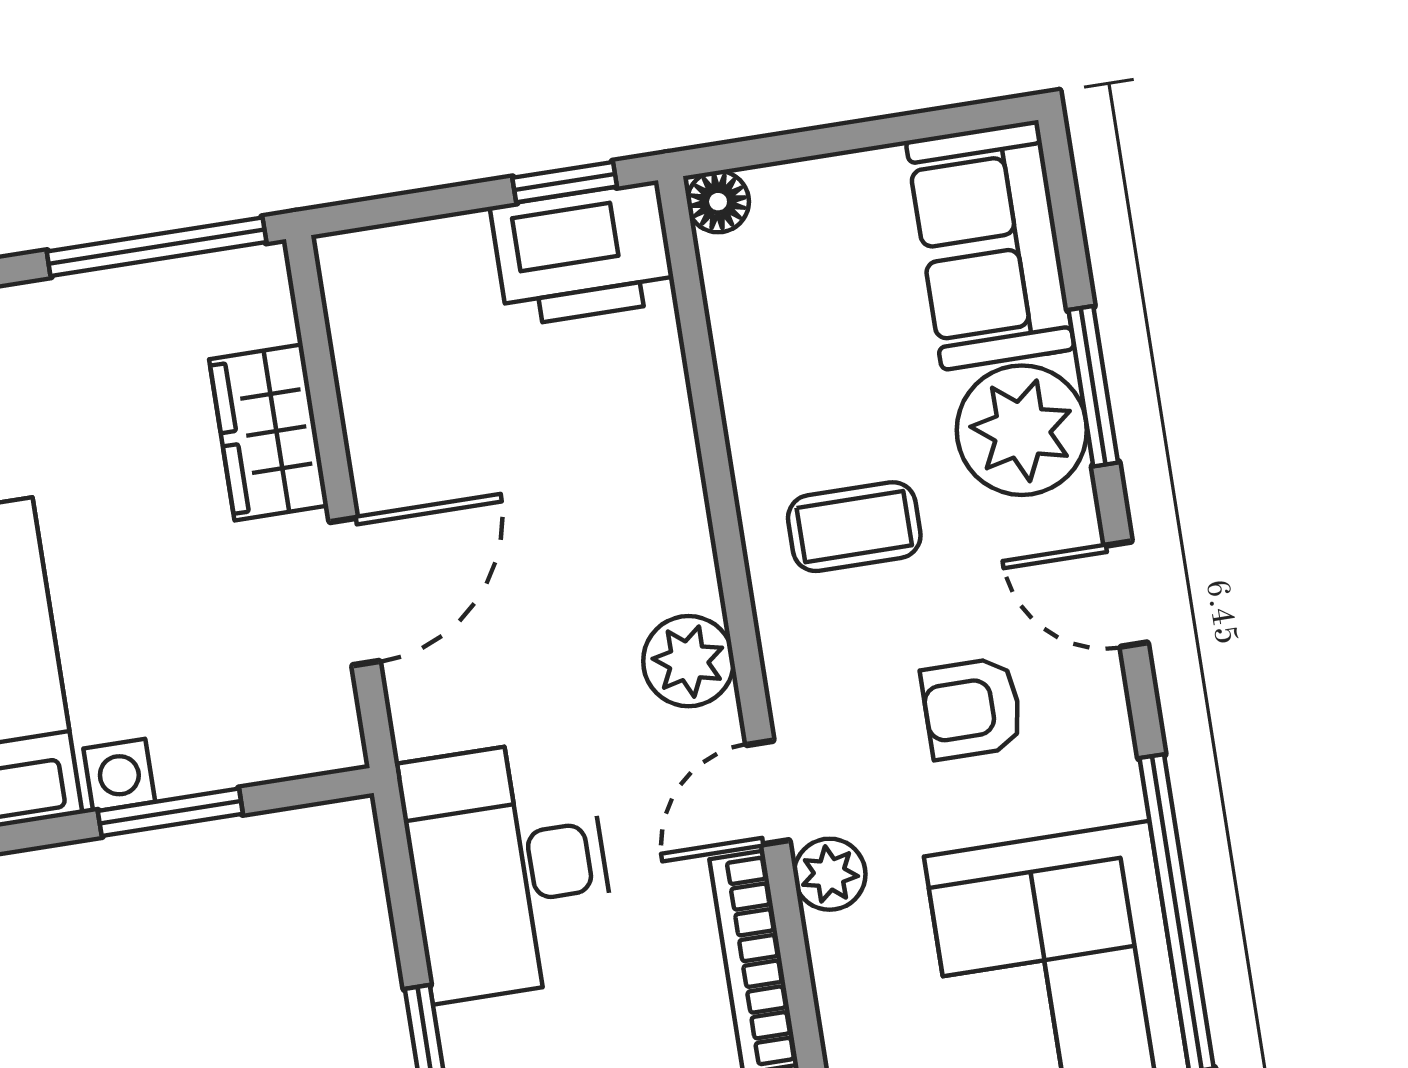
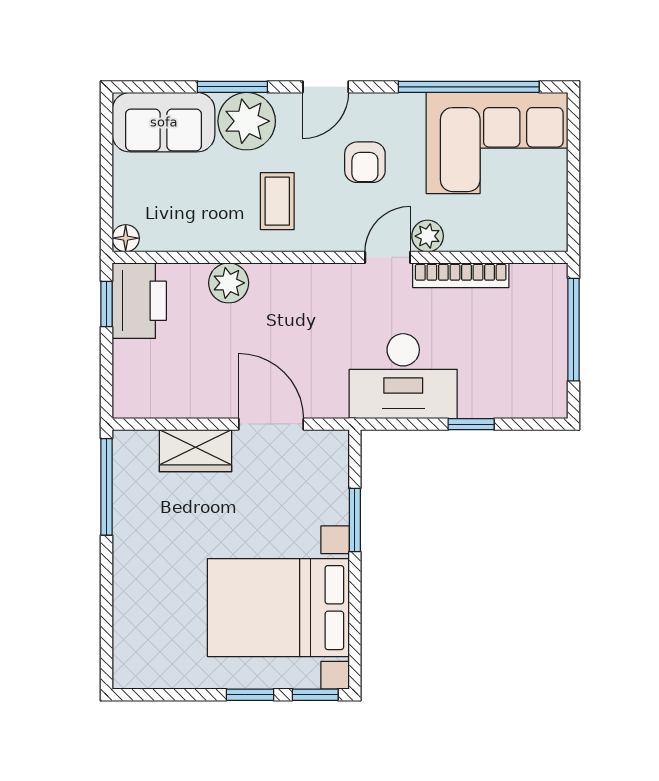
plant: (688, 661) -> (229, 283), moved
door: (768, 793) -> (388, 257), swing flipped

